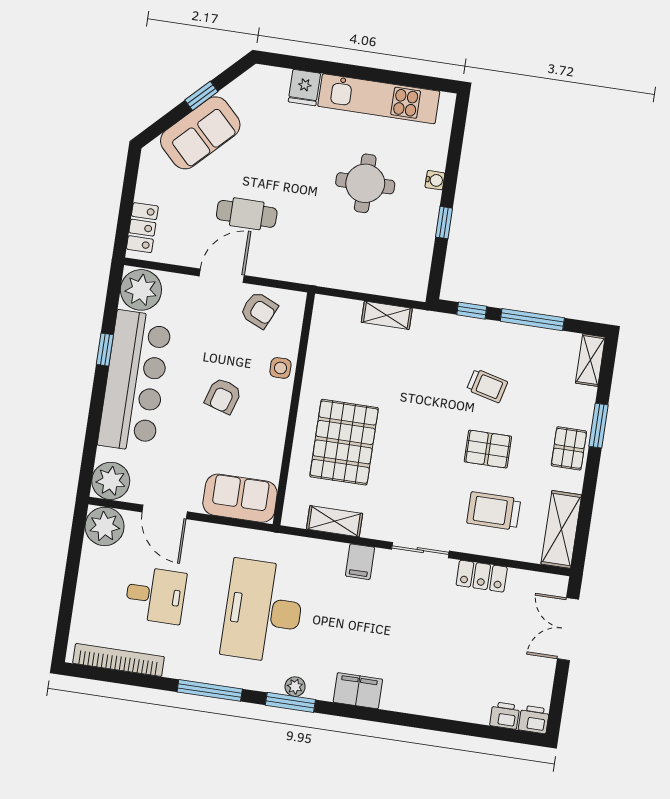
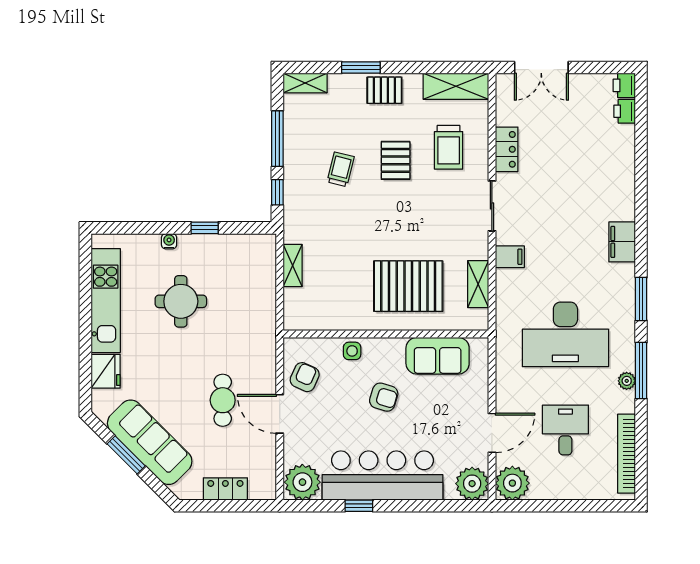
fridge: (304, 88) -> (106, 371), width x1.38
window: (201, 96) -> (126, 455), width x1.50
sofa: (200, 133) -> (150, 442), width x1.36
locker: (142, 228) -> (225, 489), moved
sofa: (240, 498) -> (438, 356), moved, turned -90
plant: (295, 687) -> (627, 381), moved

